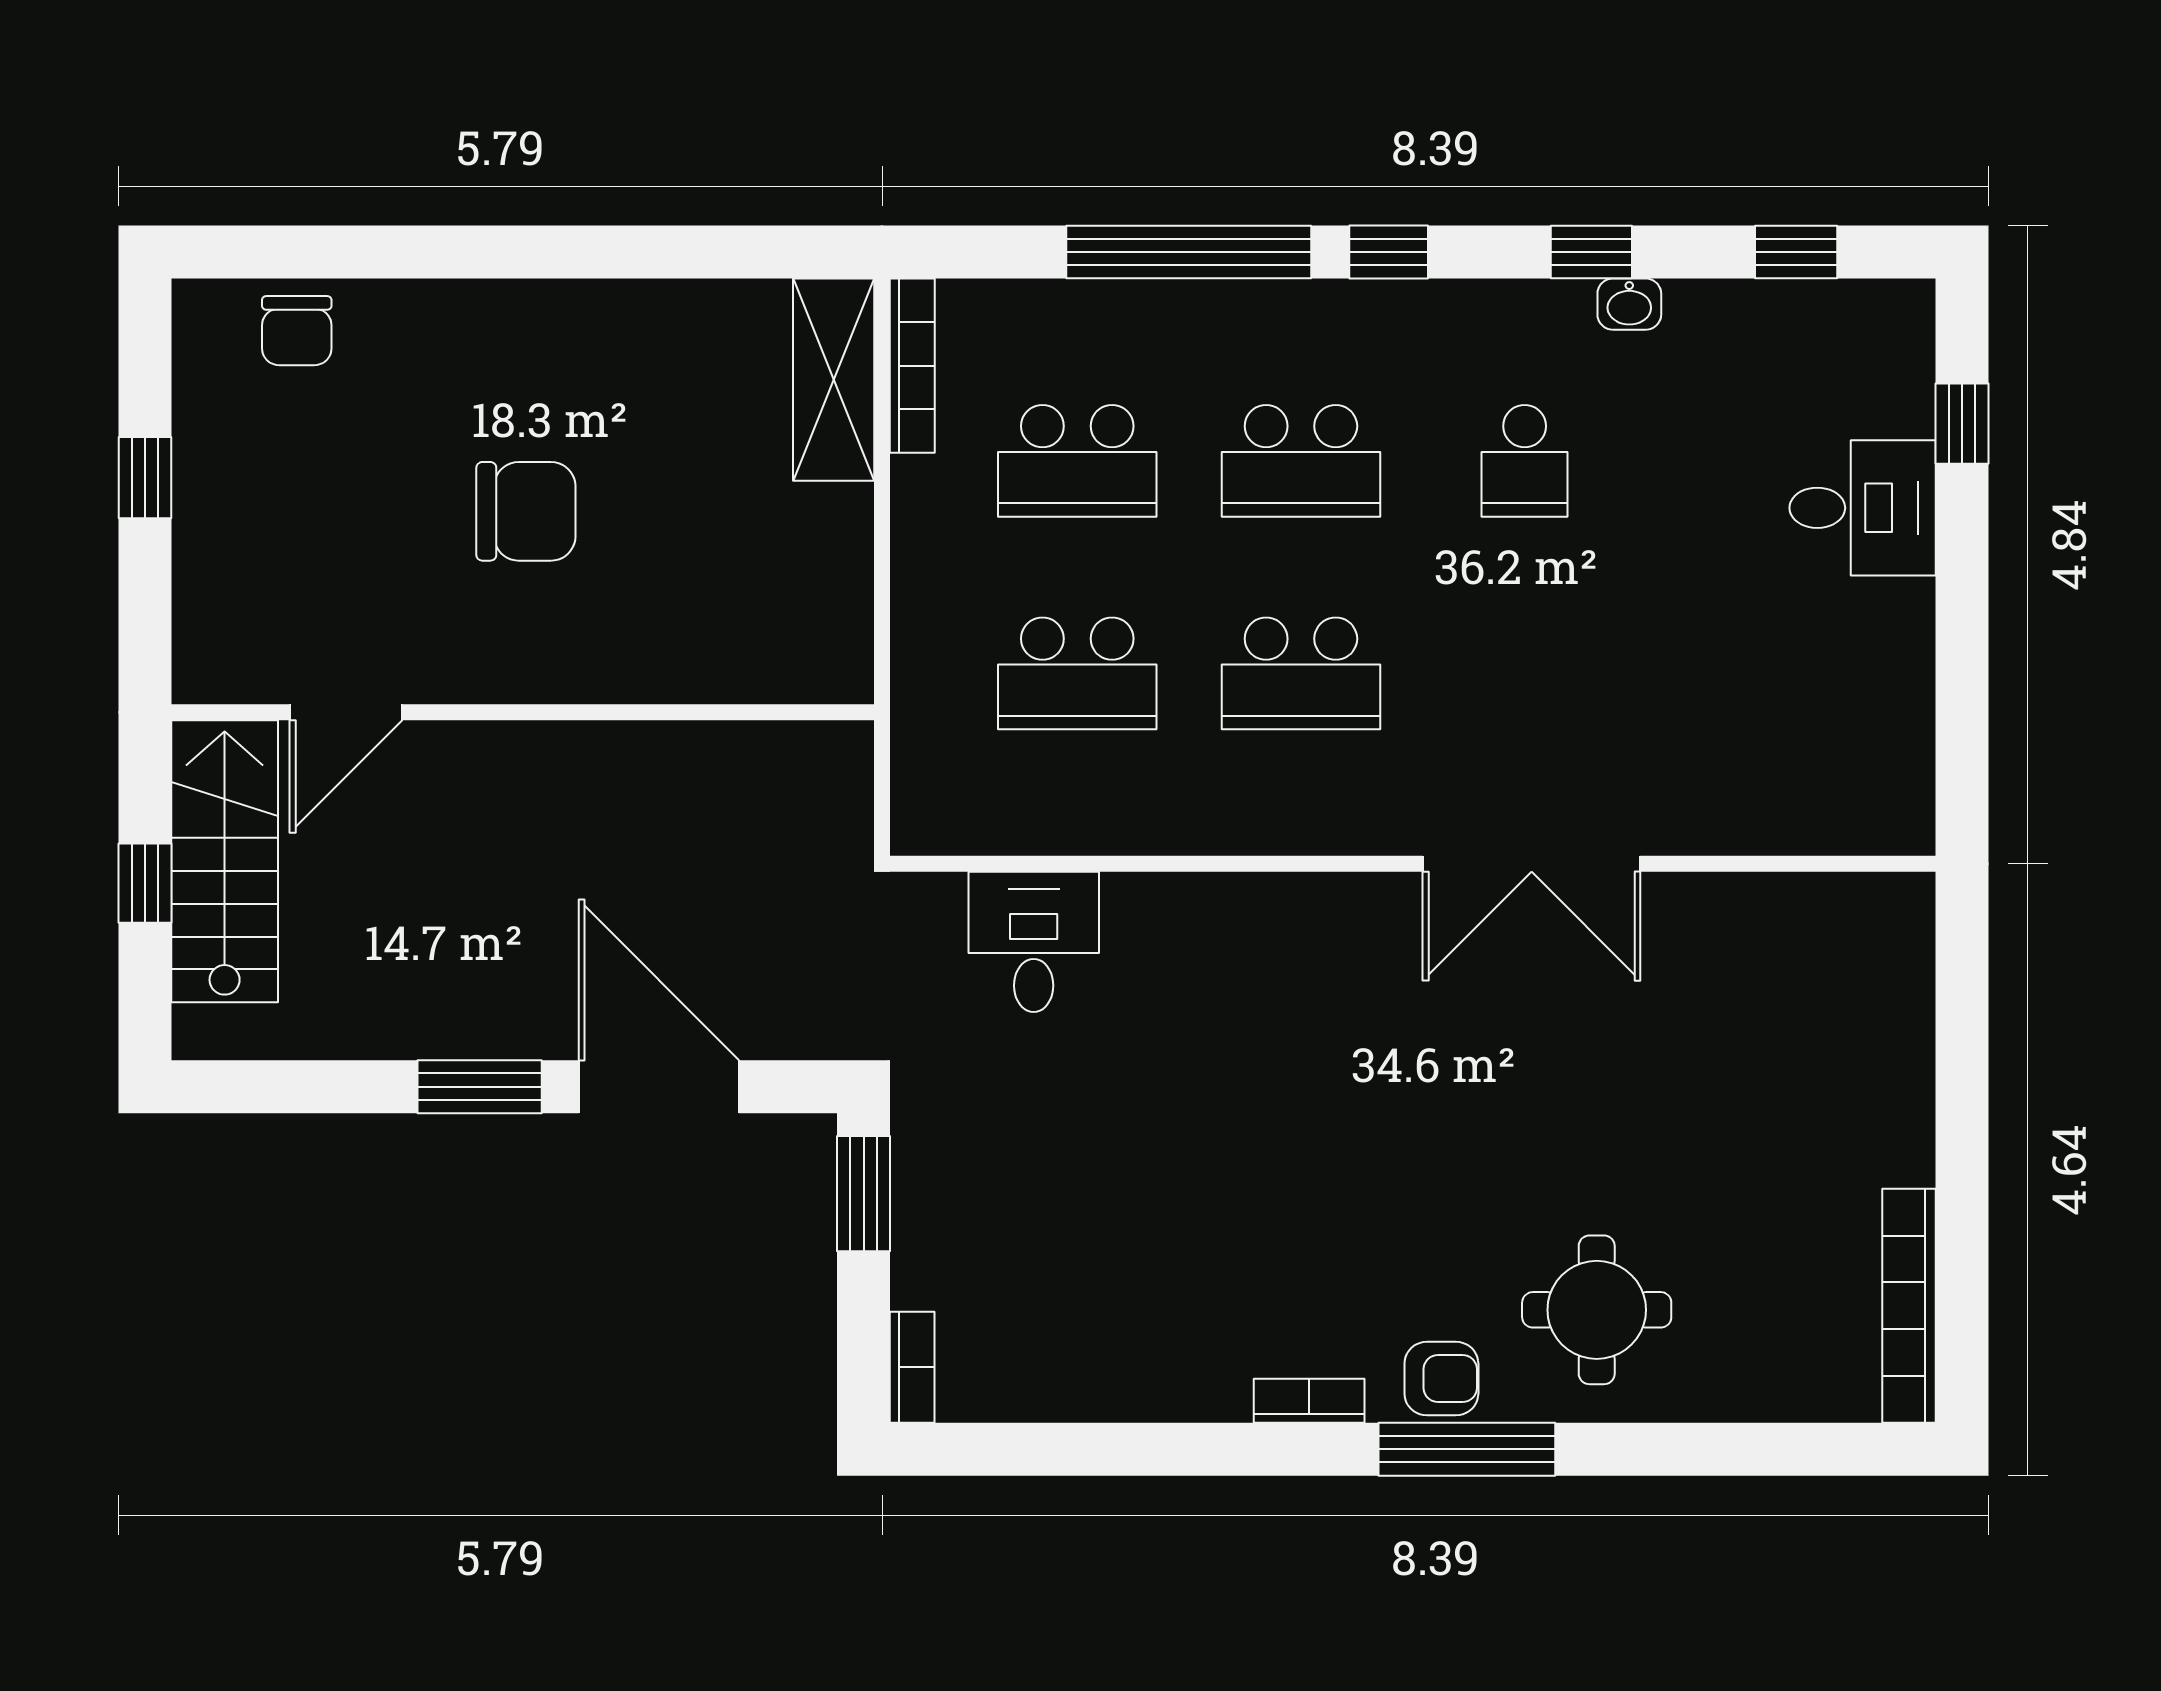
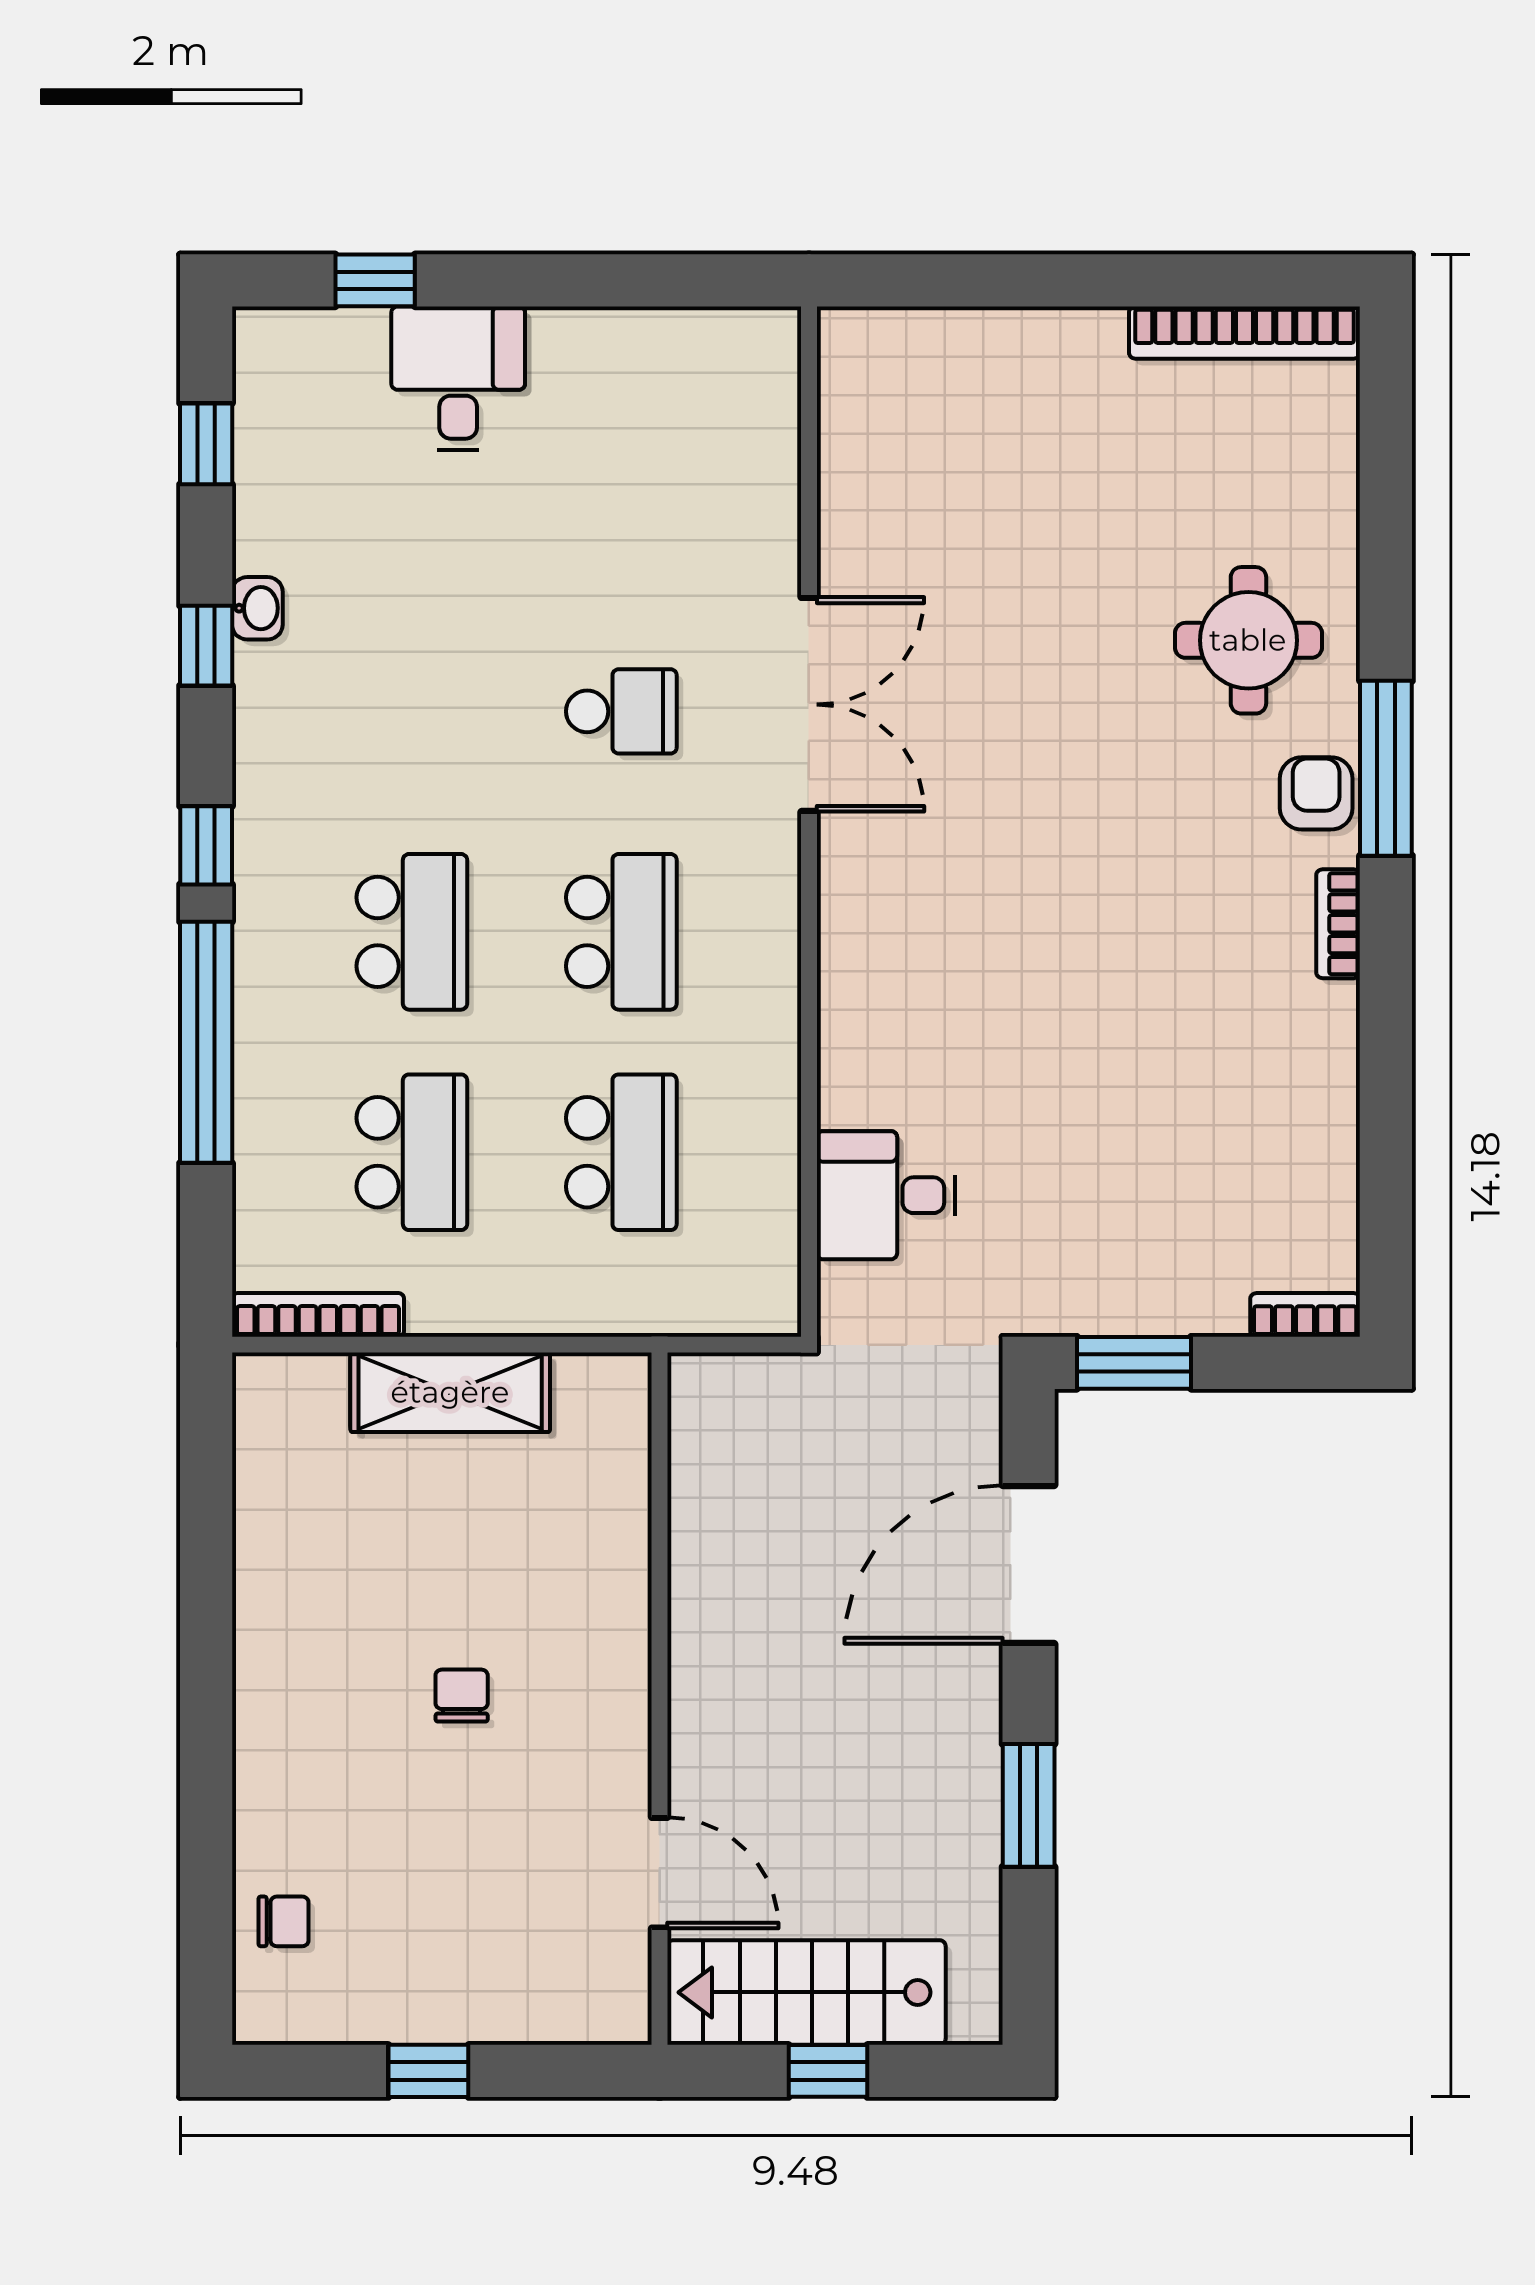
chair: (297, 331) -> (284, 1921), width x0.73, depth x0.73
shelving: (834, 380) -> (450, 1392), moved
school desk: (1525, 461) -> (621, 711), moved
chair: (526, 511) -> (462, 1696), width x0.54, depth x0.54
window: (480, 1087) -> (1029, 1805), moved

